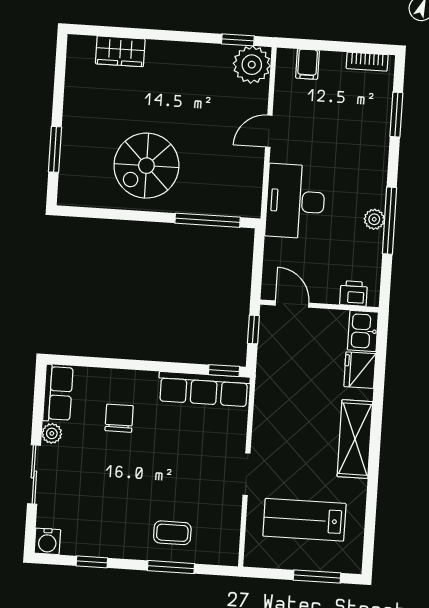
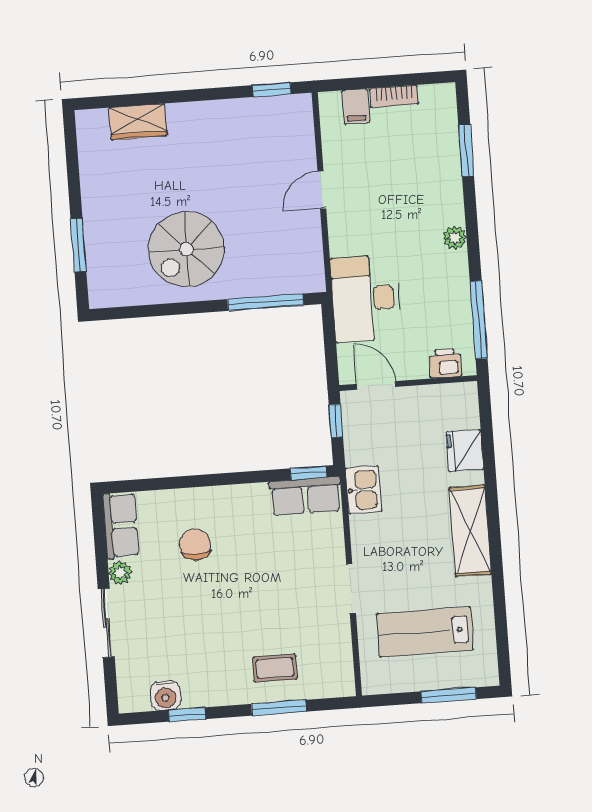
bookcase: (367, 62) -> (394, 96), moved
plant: (252, 65) -> (292, 116), removed
desk: (295, 201) -> (366, 299), moved
plant: (374, 219) -> (455, 238), moved
window: (390, 221) -> (479, 320), moved
kitchen sink: (363, 331) -> (364, 490), moved, turned 180
row of seats: (204, 389) -> (305, 496), width x0.68
water cooler: (47, 541) -> (165, 695), moved

